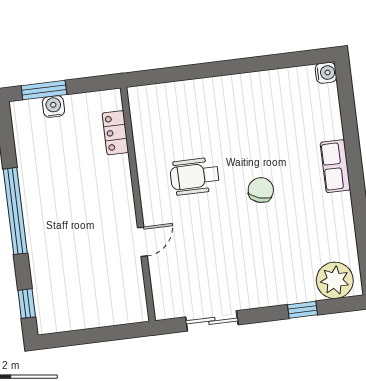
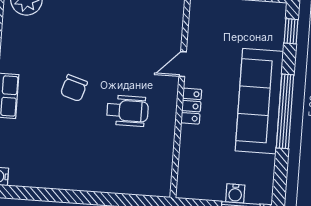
locker: (115, 133) -> (191, 106), moved
sofa: (47, 217) -> (259, 101), added

